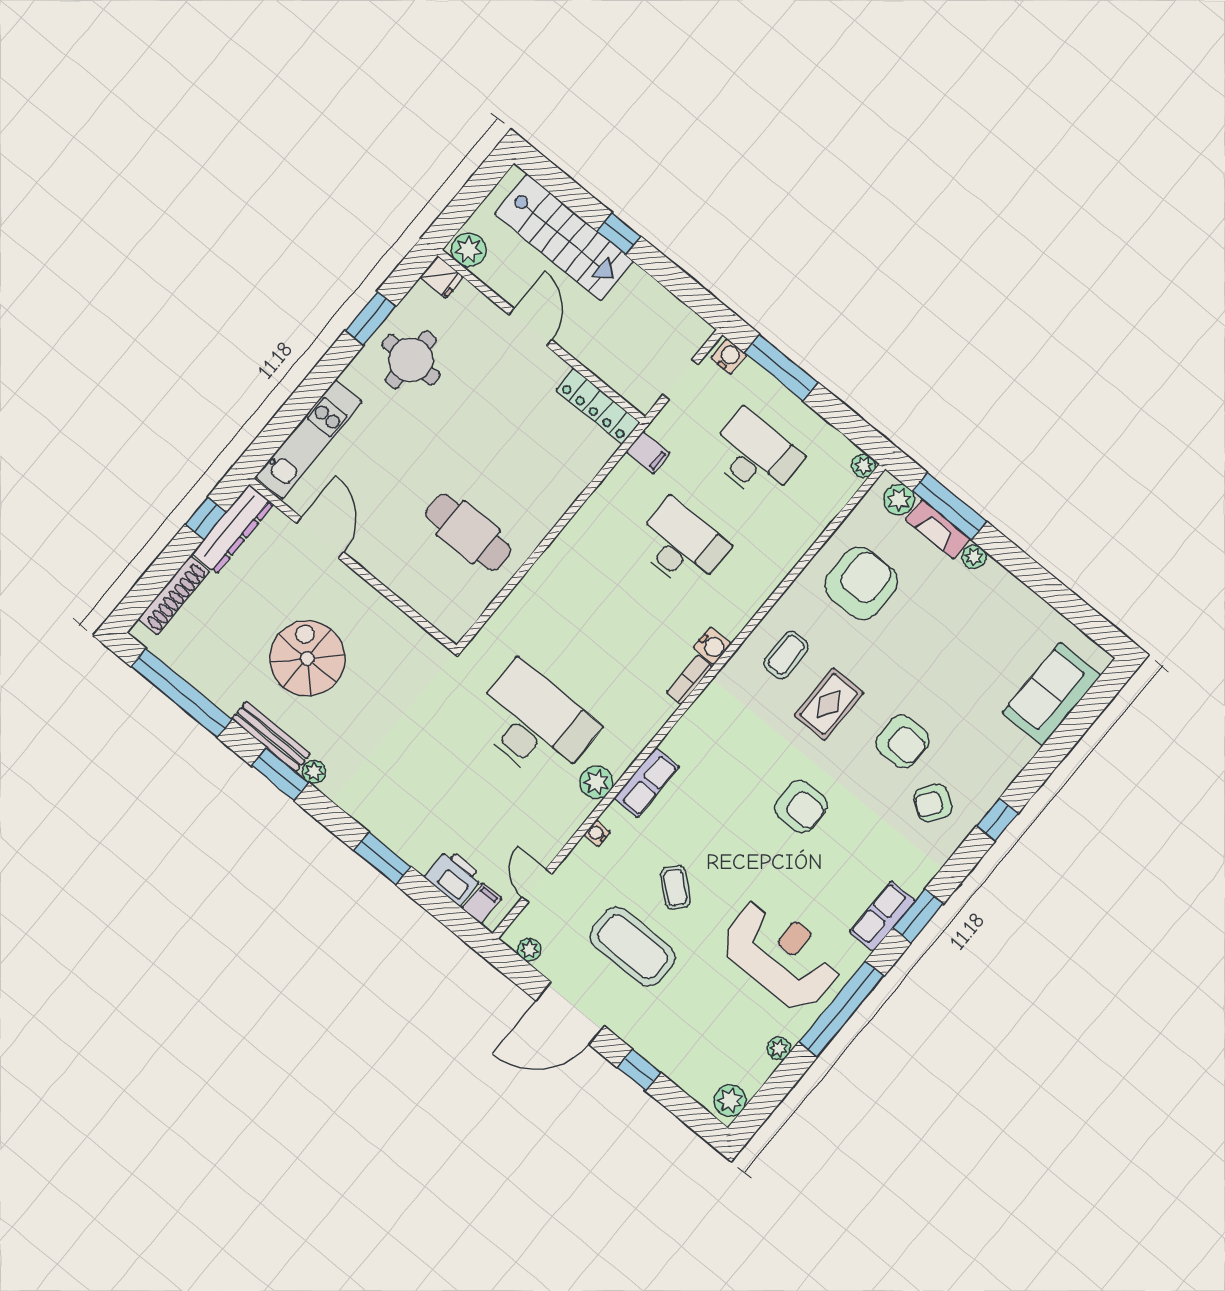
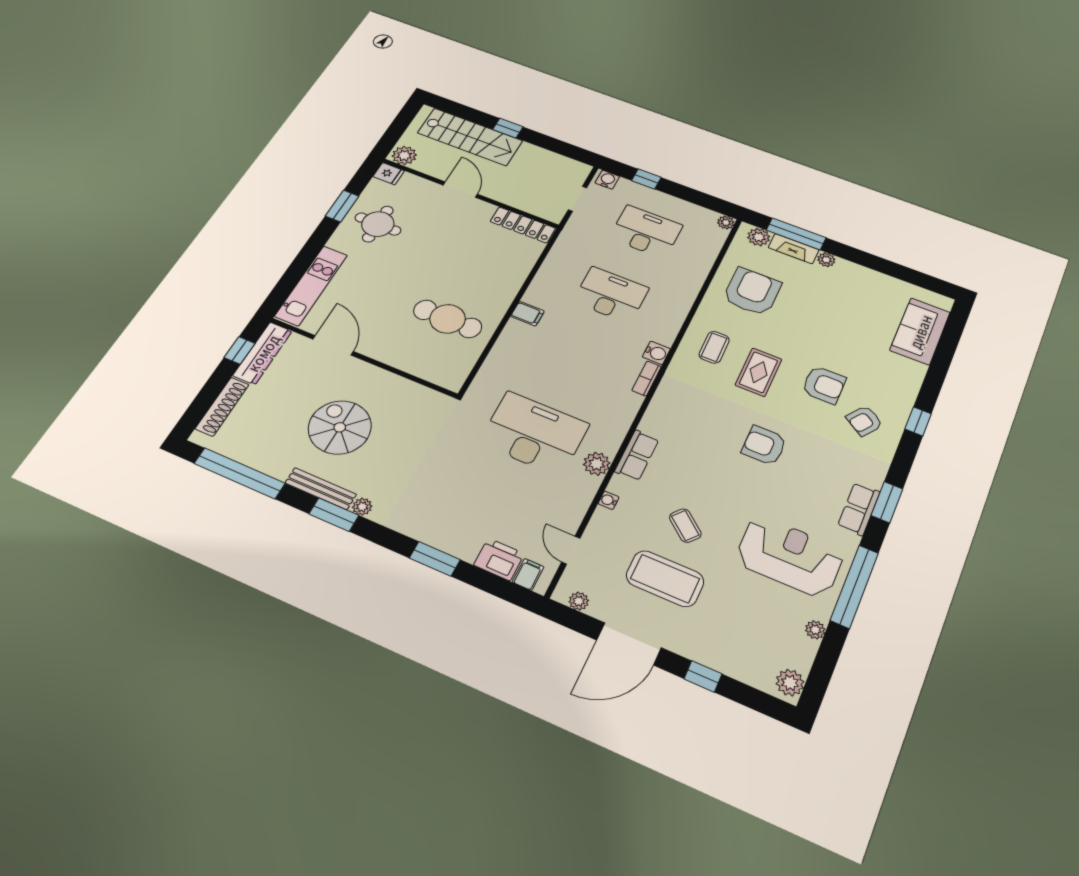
window: (781, 368) -> (646, 179), width x0.46
filing cabinet: (648, 453) -> (527, 314), moved
armchair: (801, 807) -> (764, 445), turned 180

